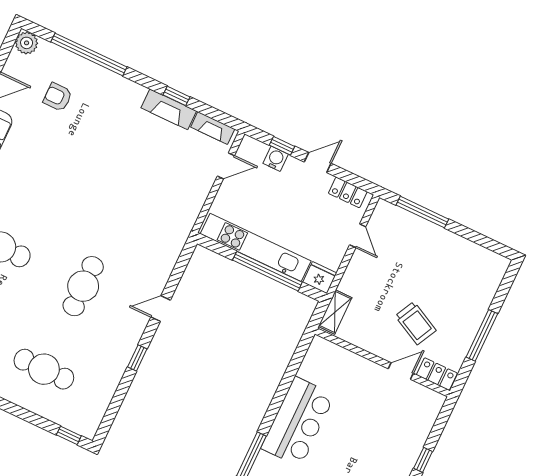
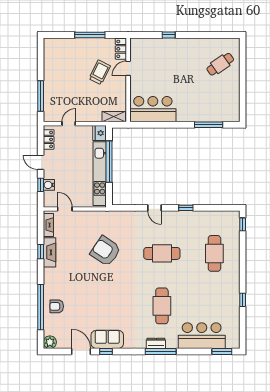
armchair: (58, 97) -> (57, 306), moved, turned 90
armchair: (129, 199) -> (105, 251), added
door: (401, 371) -> (128, 68), hinge flipped
bar counter: (298, 422) -> (153, 109), moved

